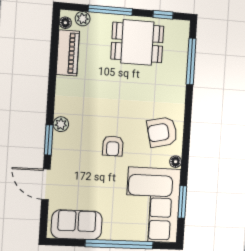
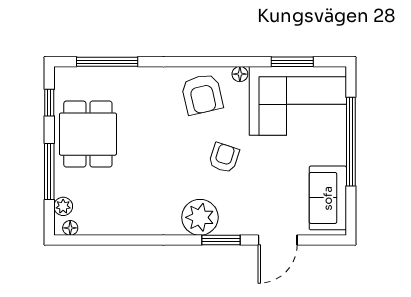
piano: (68, 53) -> (108, 223), removed
plant: (61, 124) -> (200, 217), width x1.88, depth x1.88
armchair: (113, 146) -> (224, 158), turned -72

